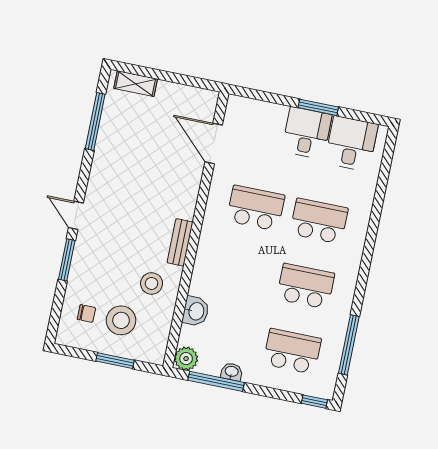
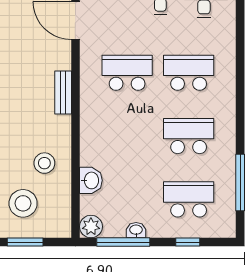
bench: (180, 242) -> (63, 92), moved
window: (314, 402) -> (188, 242), moved

